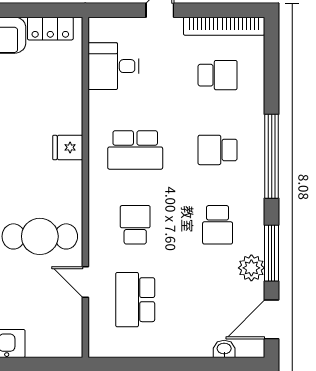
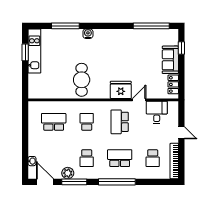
fridge: (68, 147) -> (121, 90), width x1.88, depth x1.34
school desk: (218, 150) -> (120, 158), width x1.85
school desk: (135, 225) -> (87, 122), turned -90
school desk: (218, 225) -> (87, 158), turned -90
door: (85, 282) -> (139, 100), moved

